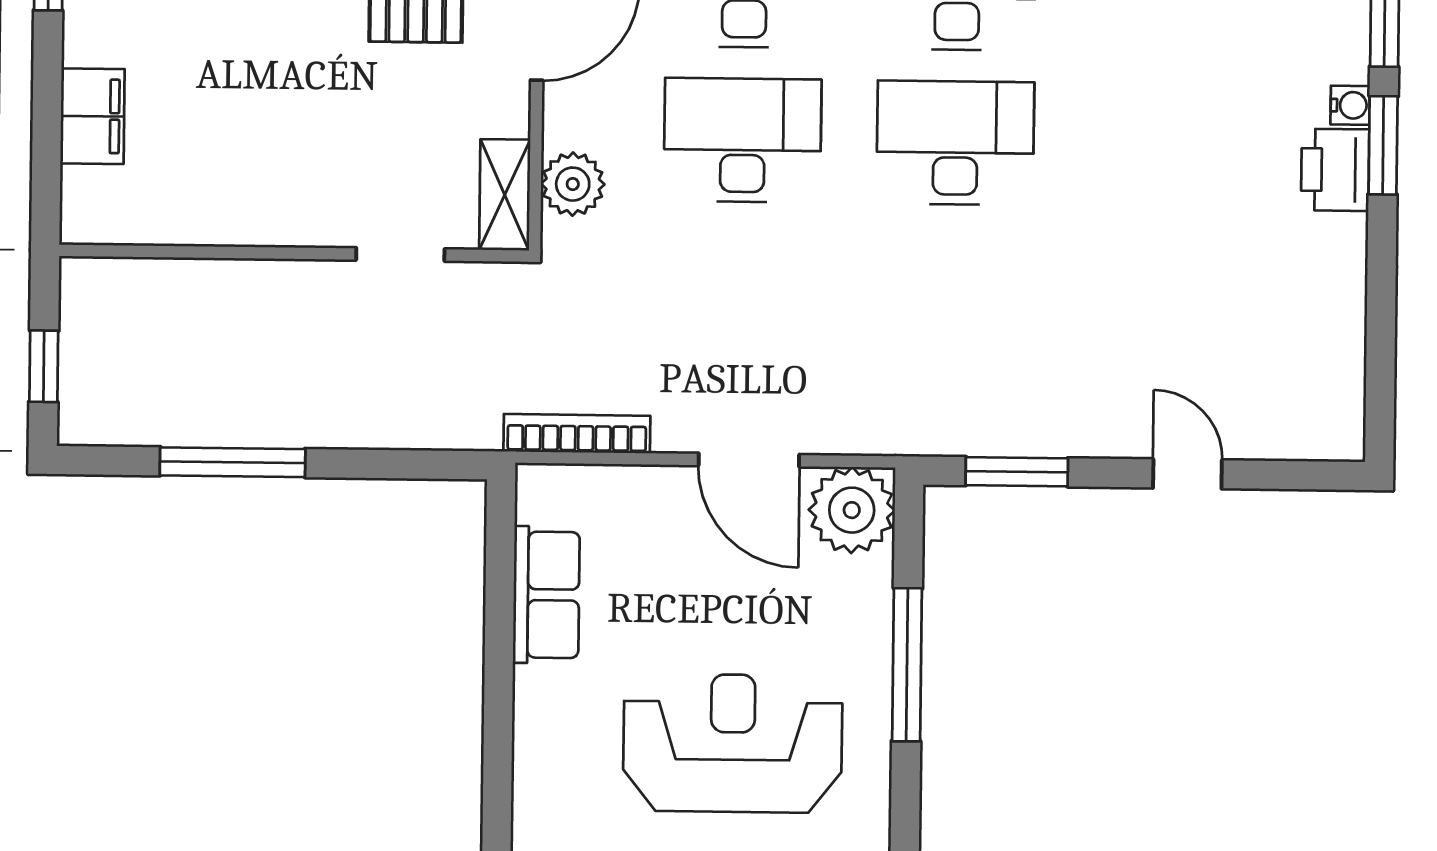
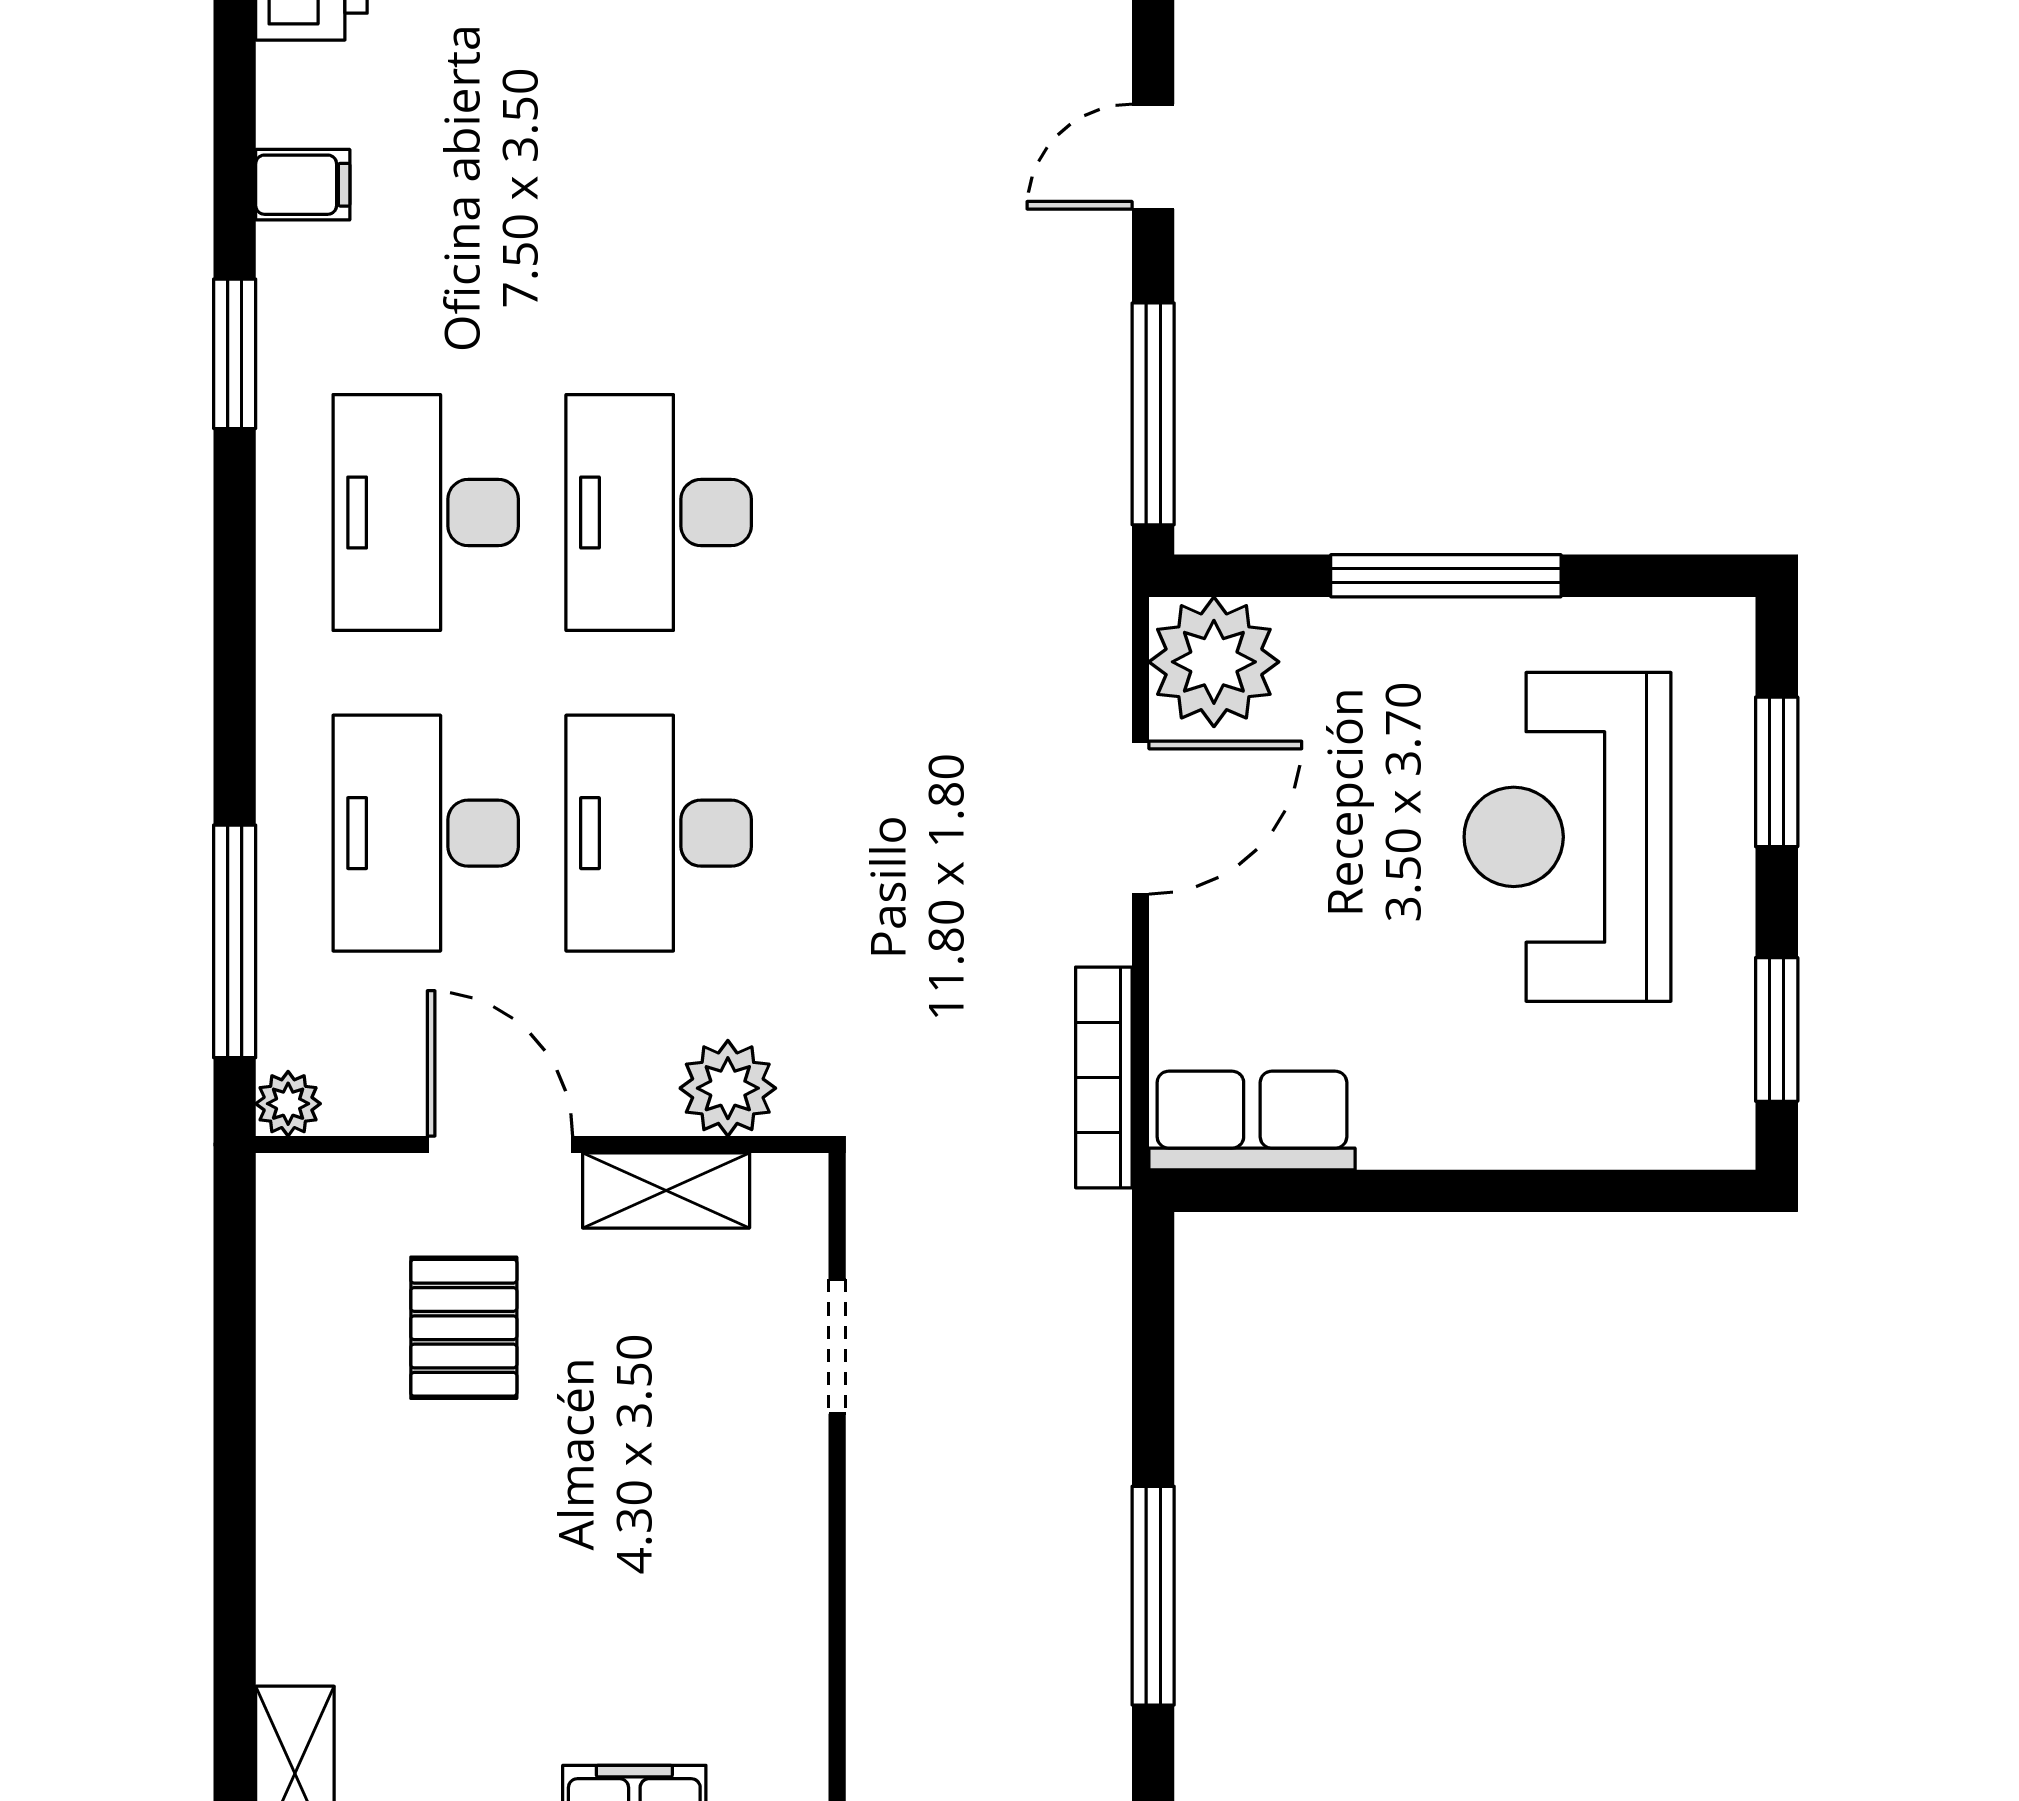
shelving: (505, 195) -> (666, 1191), moved
window: (1017, 472) -> (1153, 414), width x1.44
row of seats: (546, 595) -> (1252, 1121), moved

